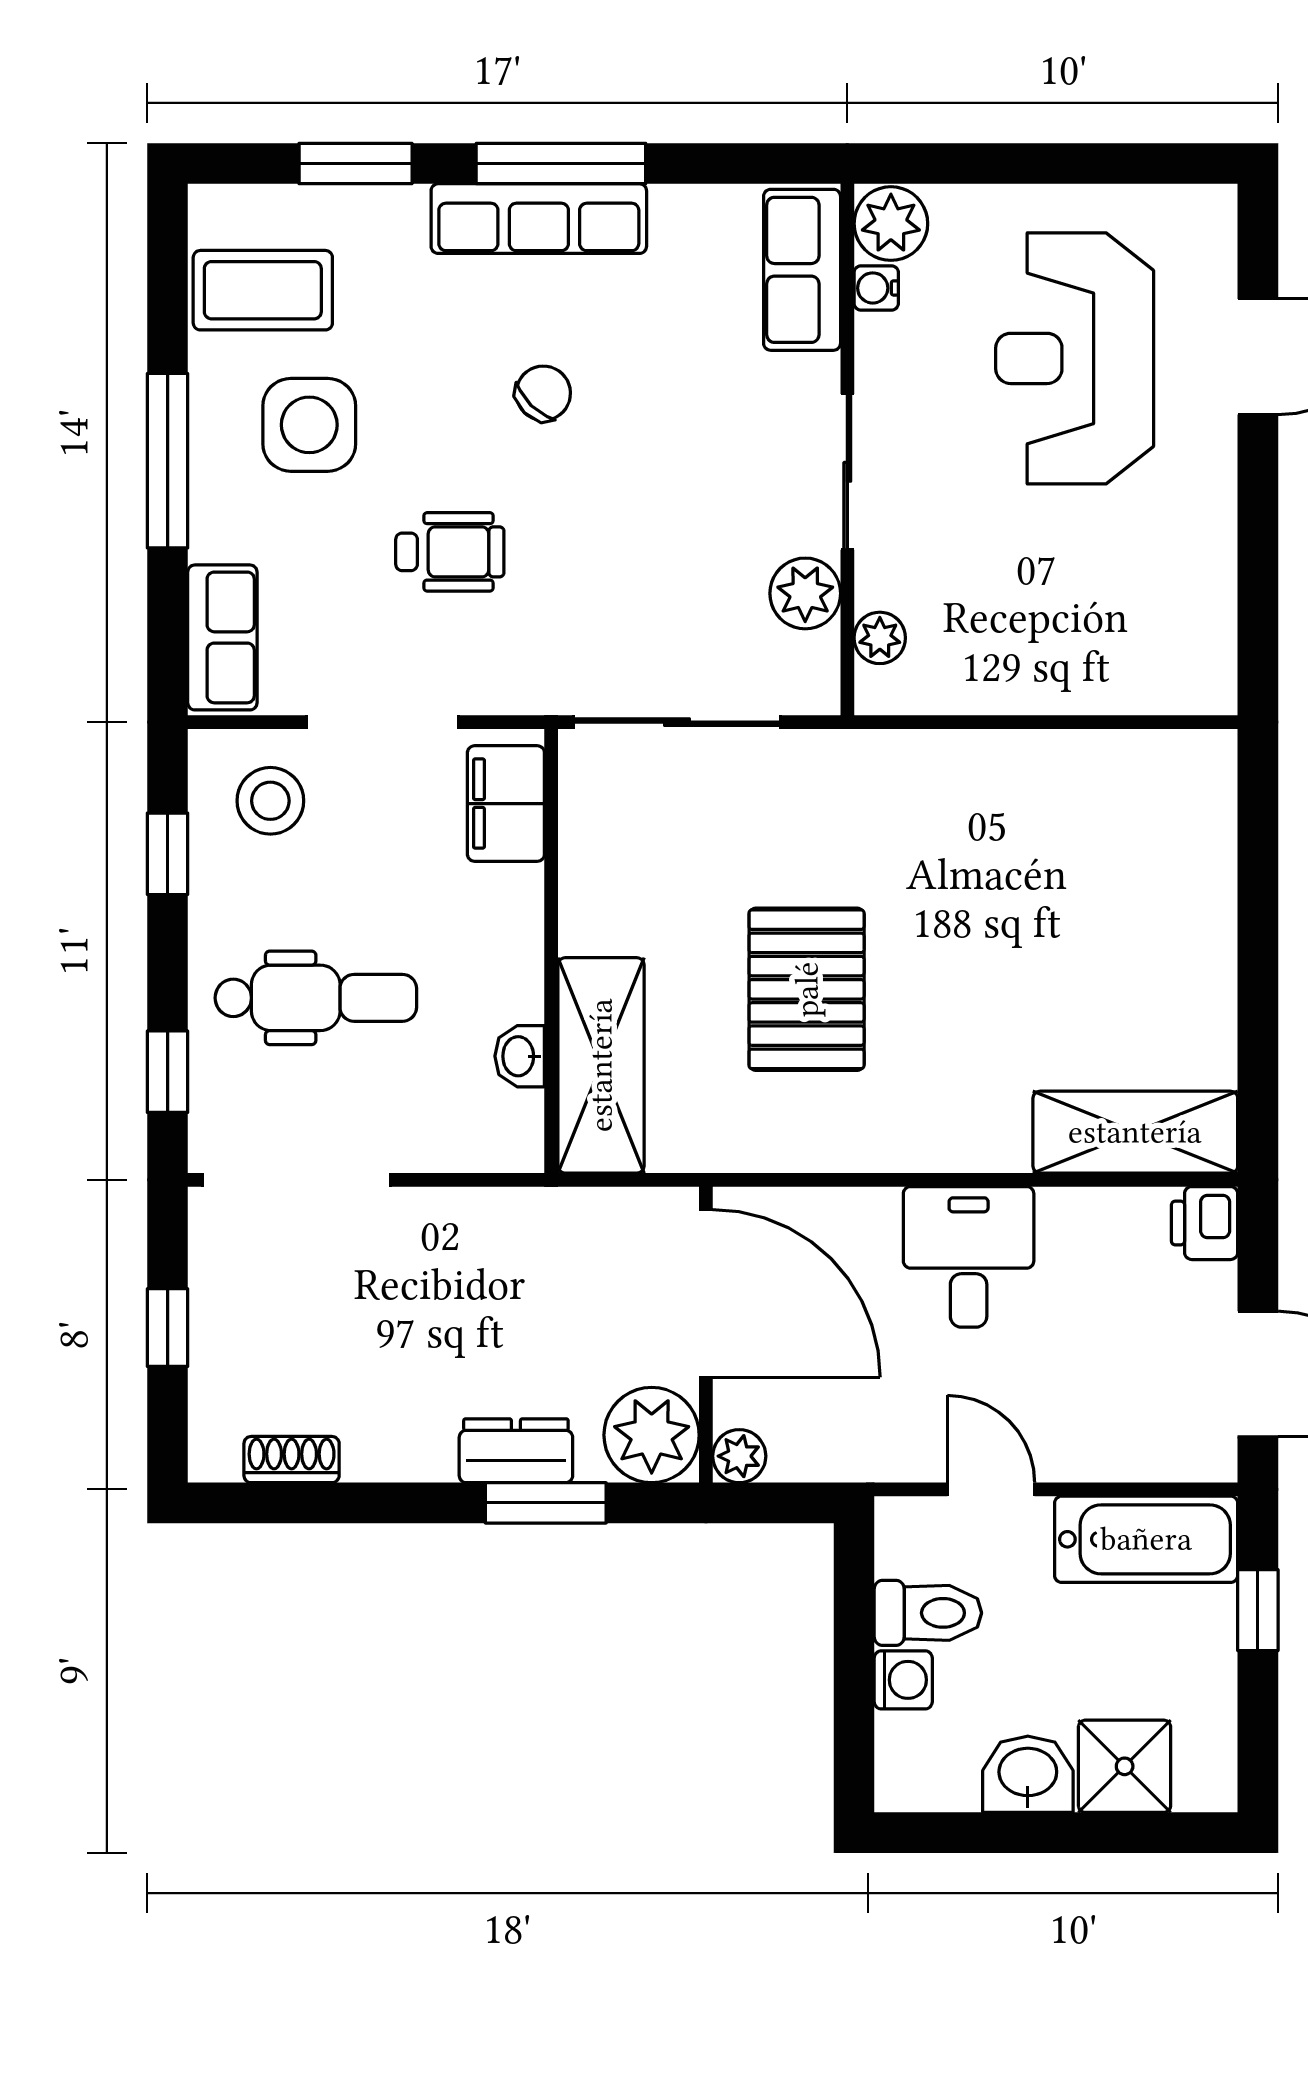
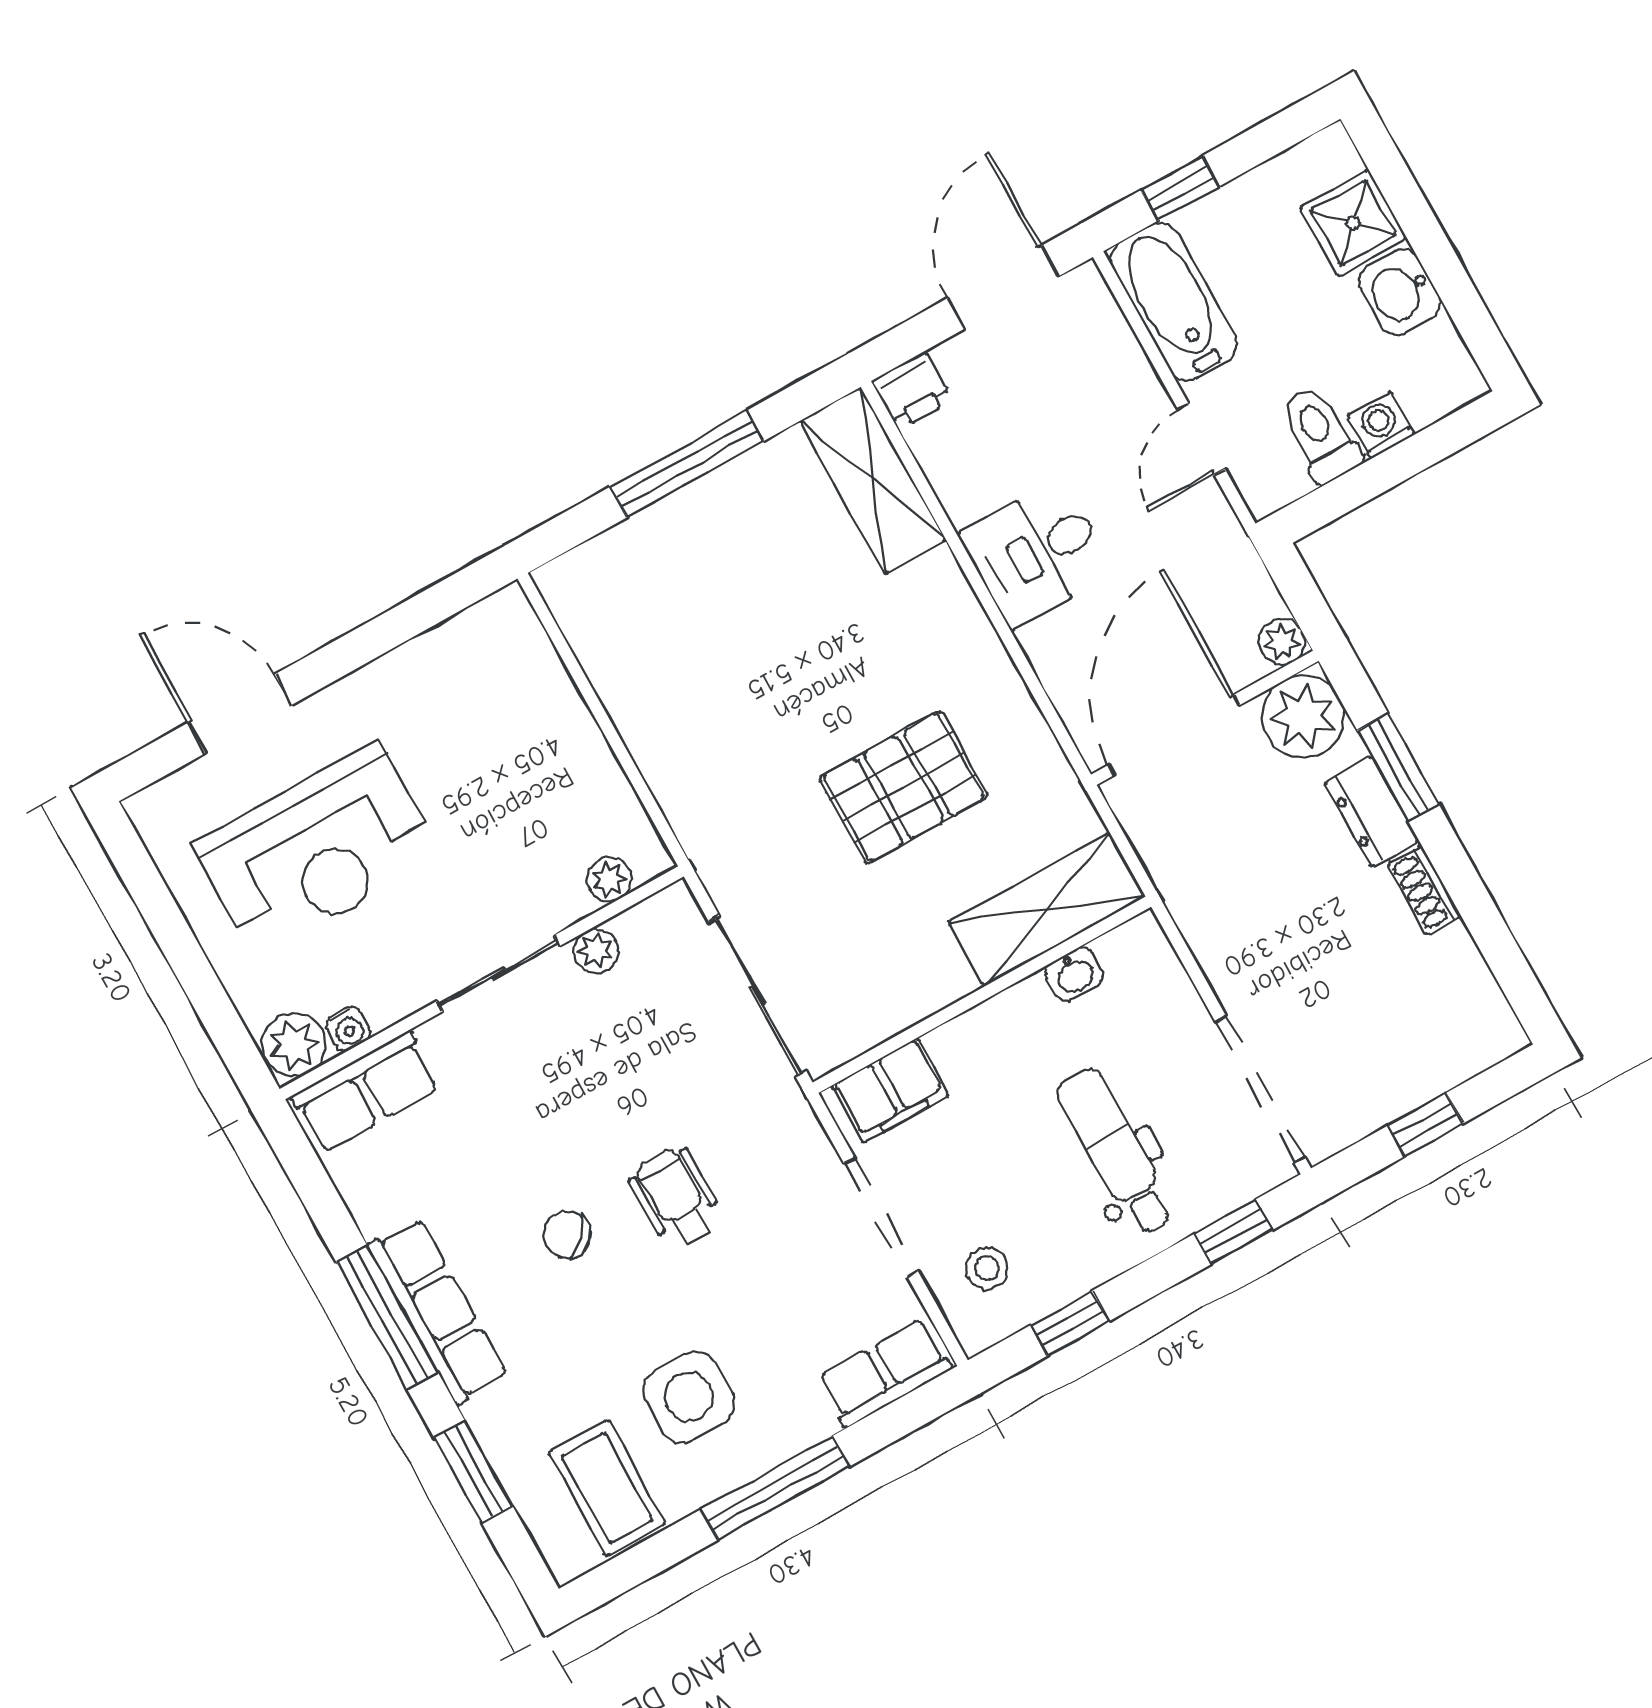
wheelchair: (450, 552) -> (676, 1198), moved
plant: (805, 593) -> (596, 951), width x0.73, depth x0.73
stool: (270, 801) -> (987, 1268), width x0.73, depth x0.73
window: (1258, 952) -> (687, 464), added
shoe rack: (292, 1460) -> (1424, 890), moved

